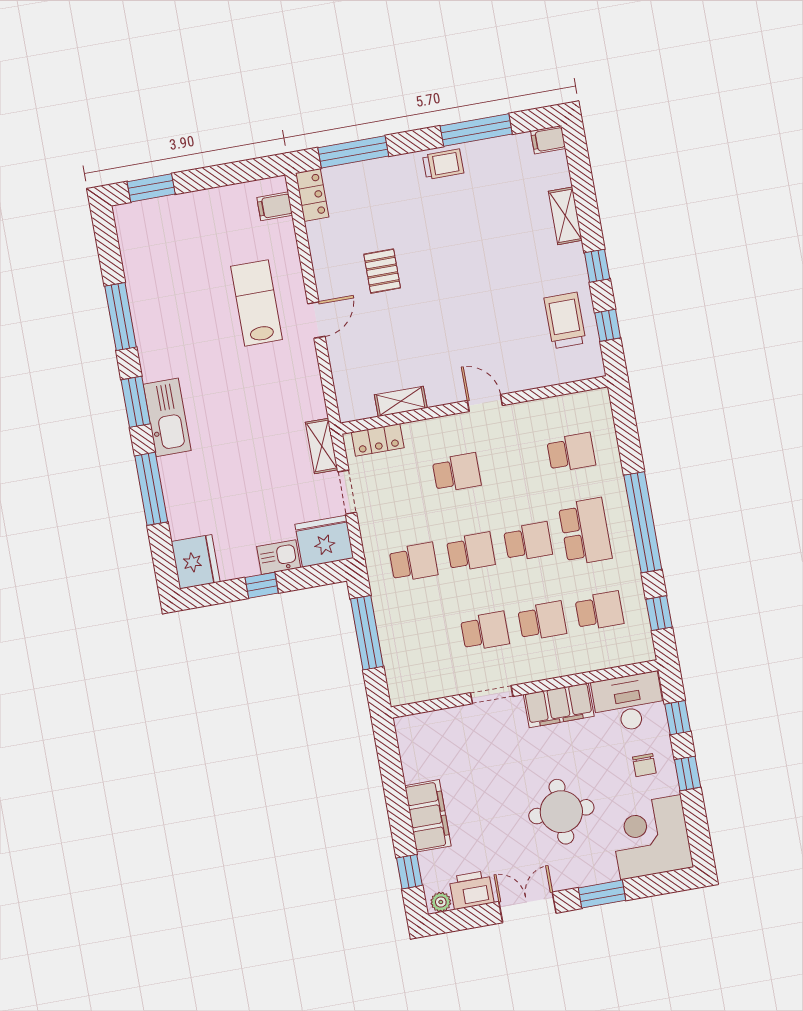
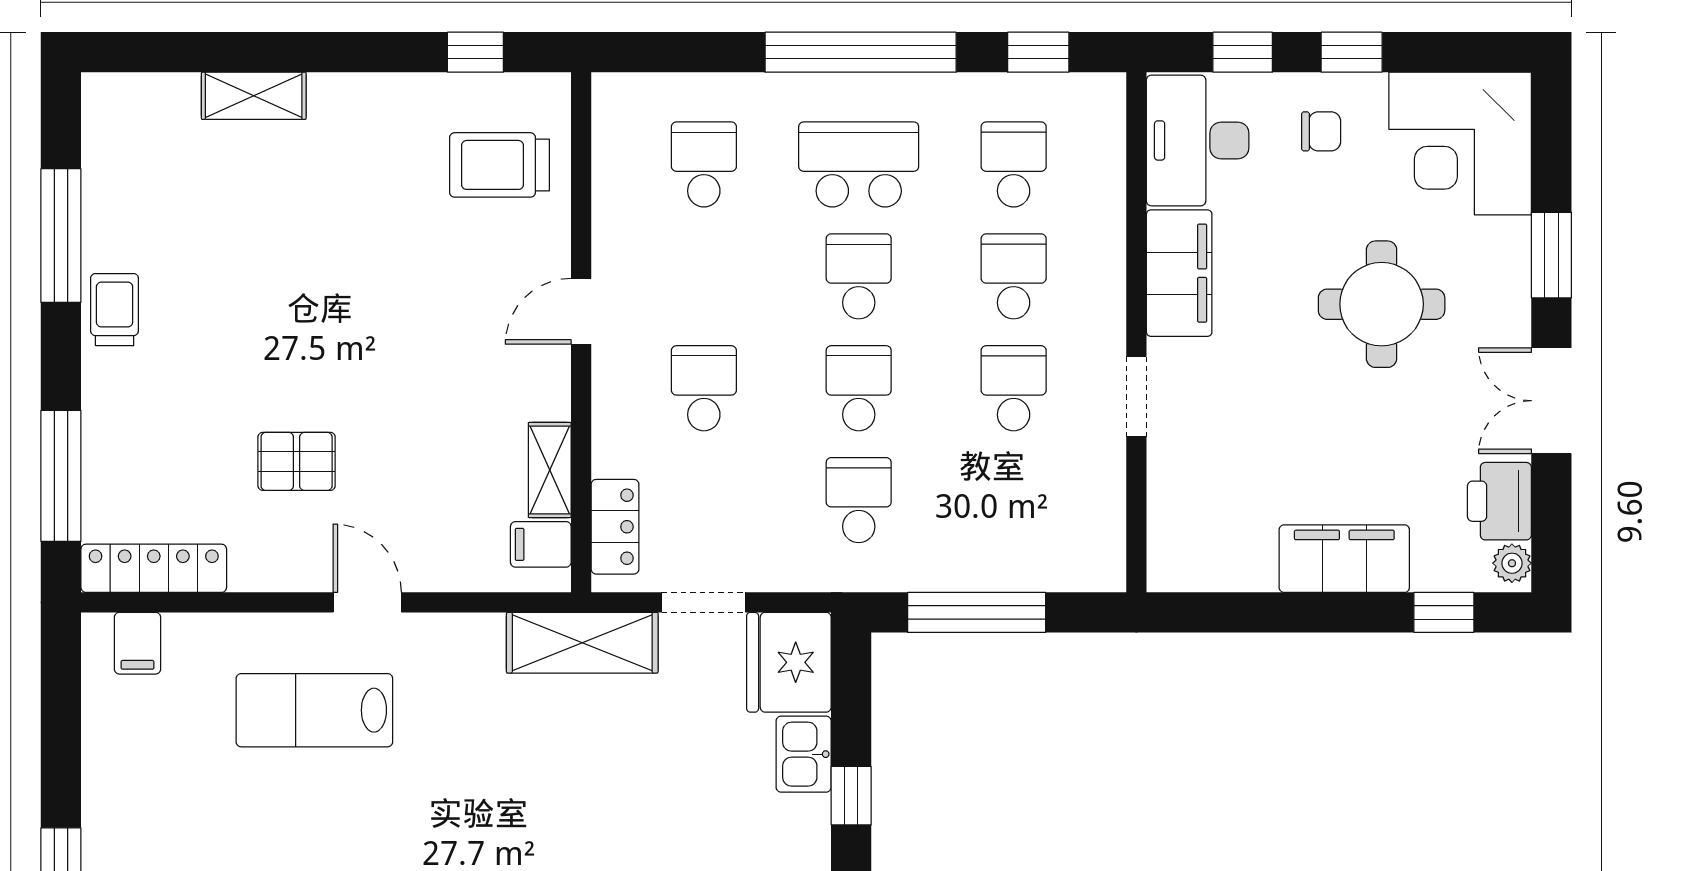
filing cabinet: (548, 140) -> (541, 544), moved, turned 90
locker: (312, 195) -> (154, 568), width x1.53
window: (597, 266) -> (359, 52), removed
trolley: (565, 320) -> (500, 165), moved
shelving: (322, 446) -> (582, 643), width x1.50, depth x1.33

